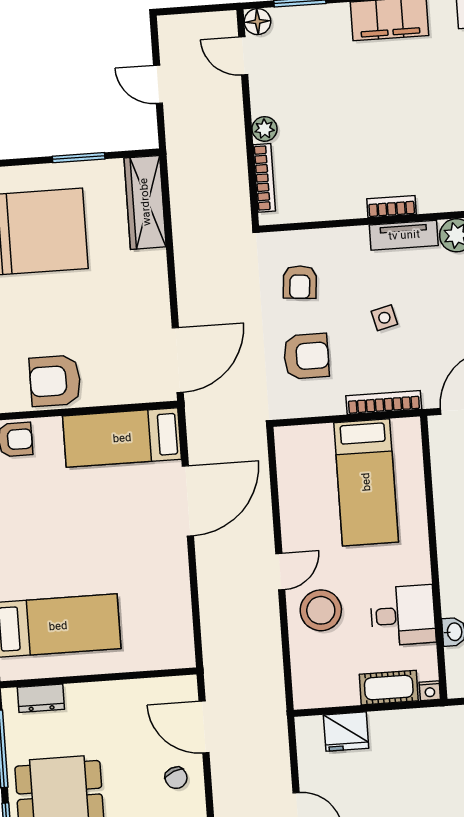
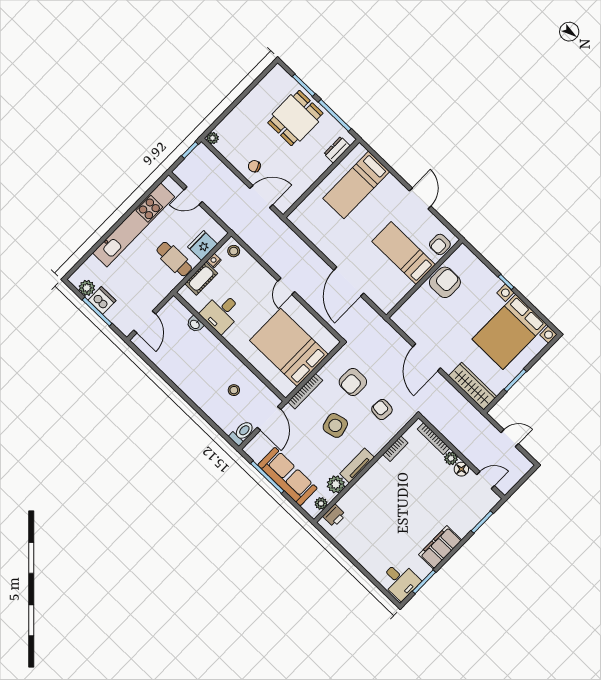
floor lamp: (258, 22) -> (461, 469), moved
bookcase: (391, 207) -> (395, 449), moved
side table: (384, 318) -> (335, 425), width x1.87, depth x1.87
door: (178, 360) -> (427, 357), moved
bed: (122, 438) -> (404, 253), moved, turned -90
bed: (366, 482) -> (289, 347), width x1.50
stool: (321, 610) -> (234, 251), moved, width x0.53, depth x0.53
nightstand: (430, 691) -> (214, 261), moved
cafe table: (402, 748) -> (174, 259), added

